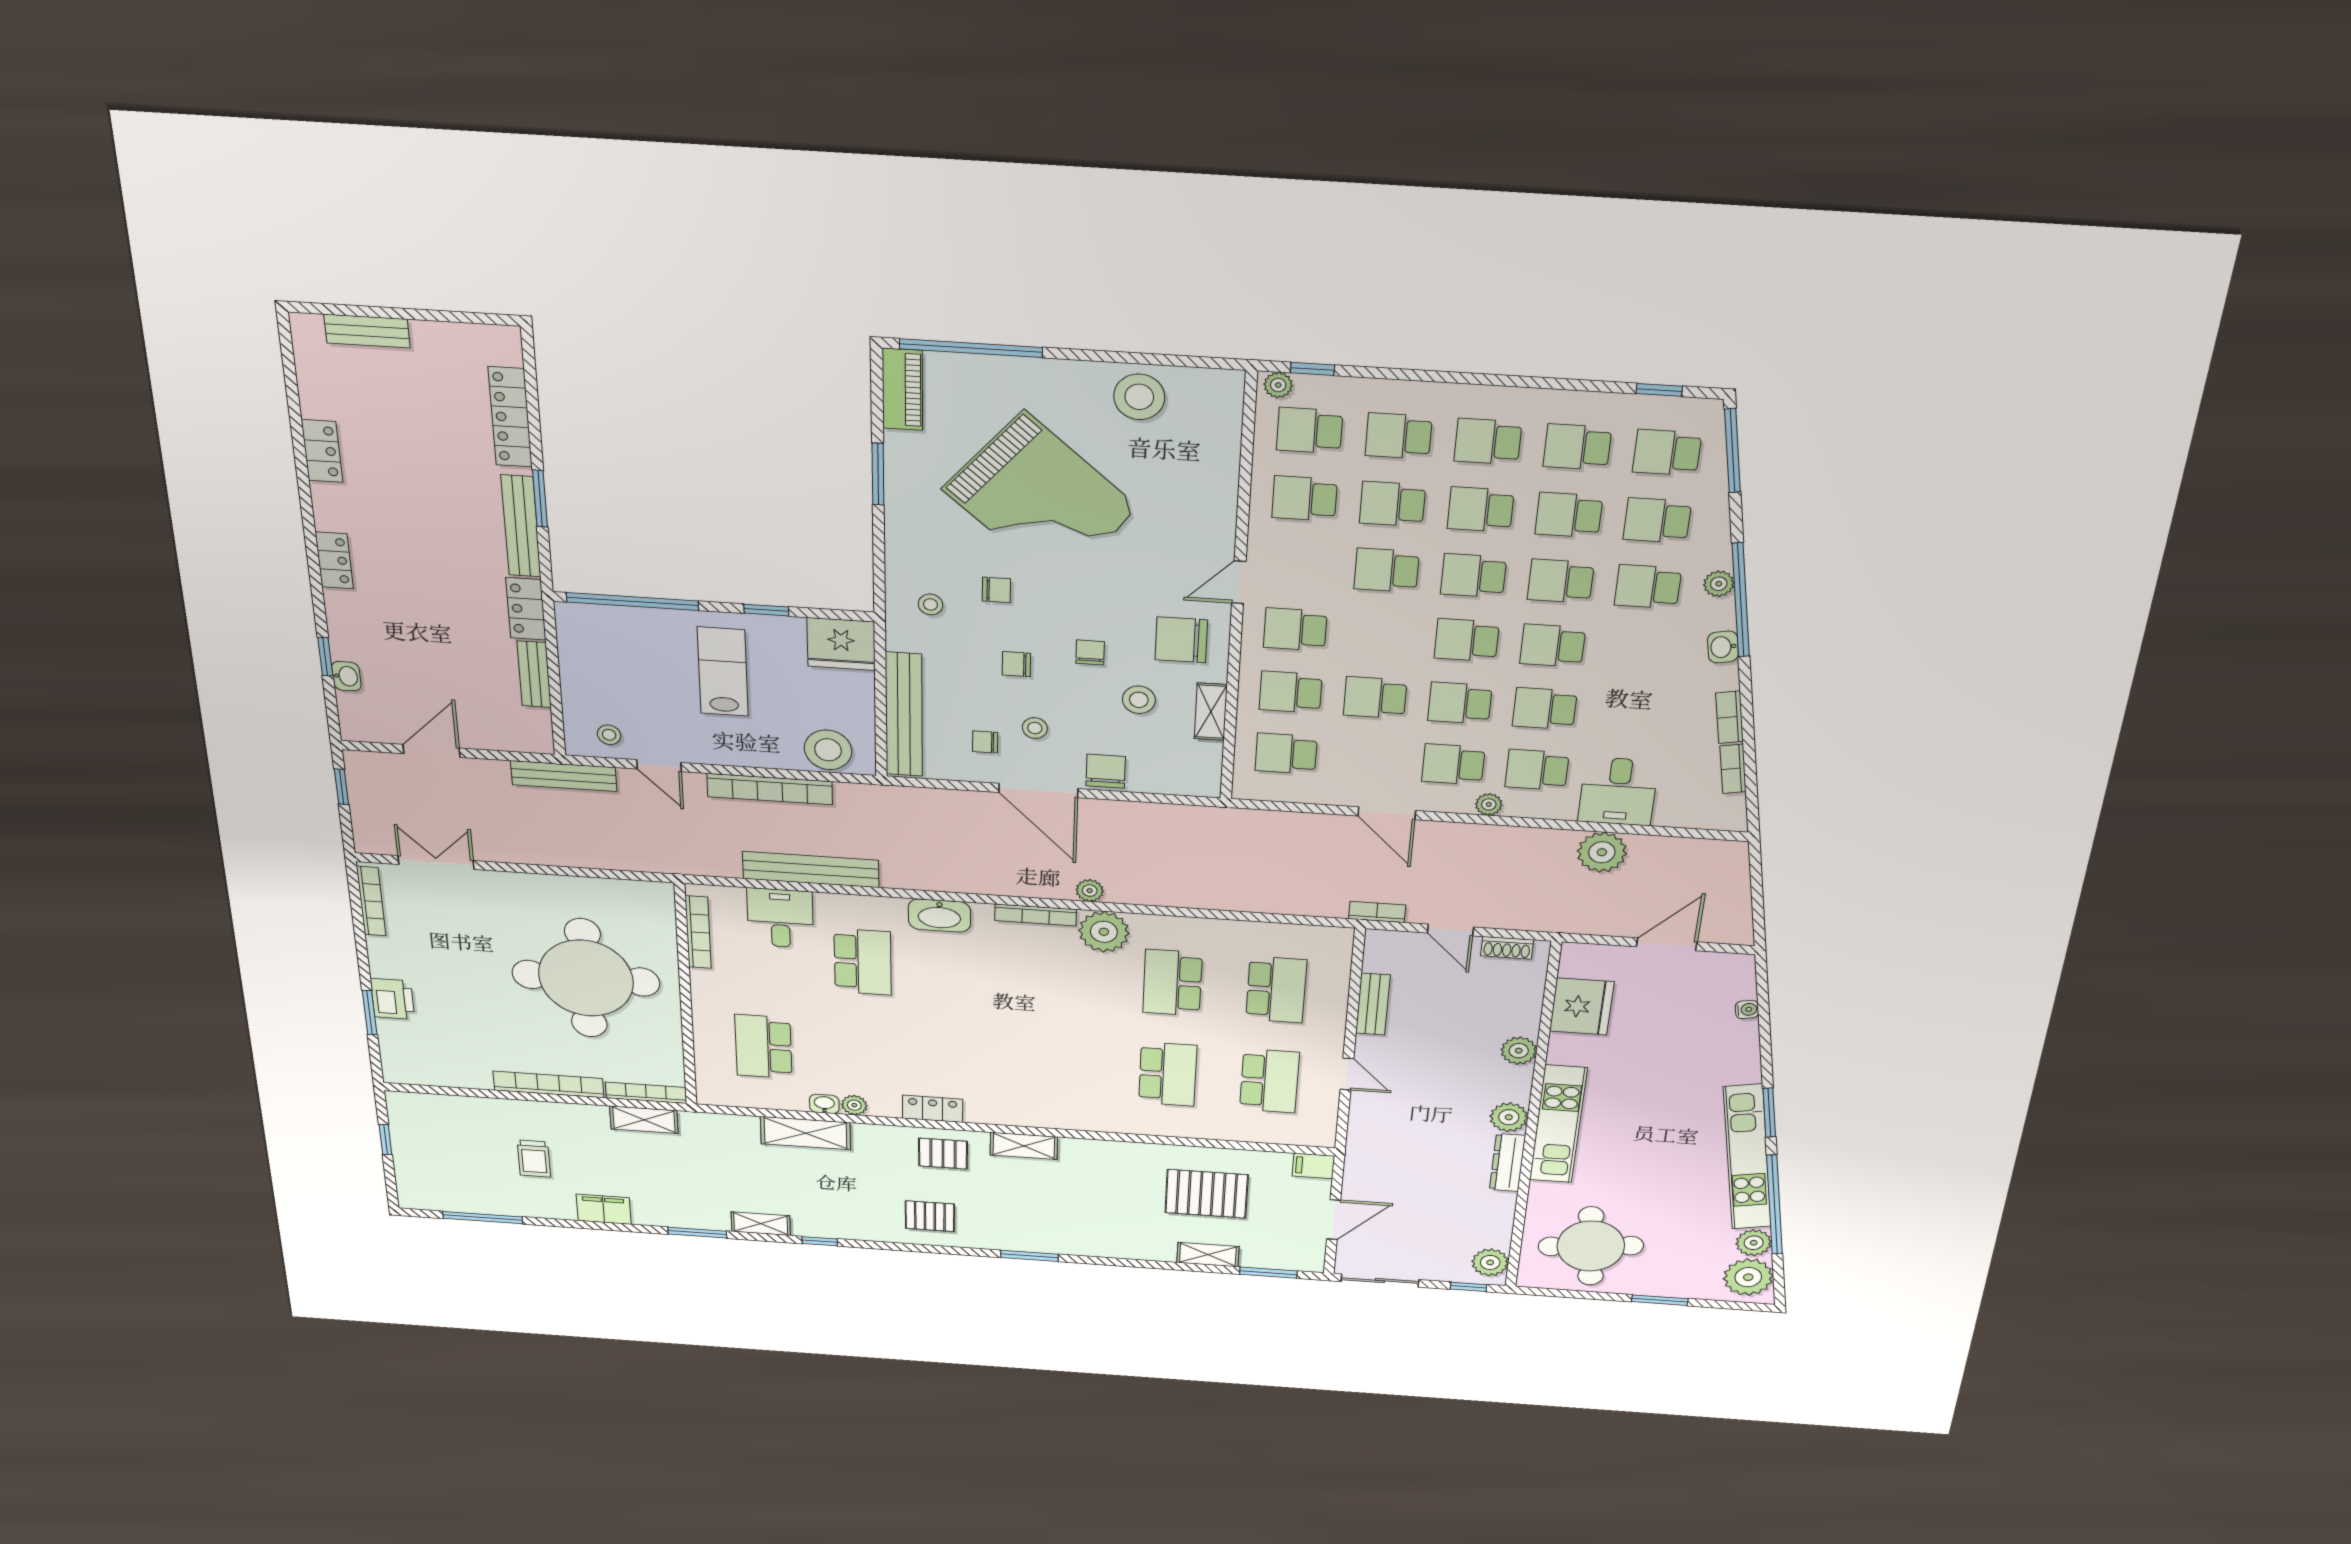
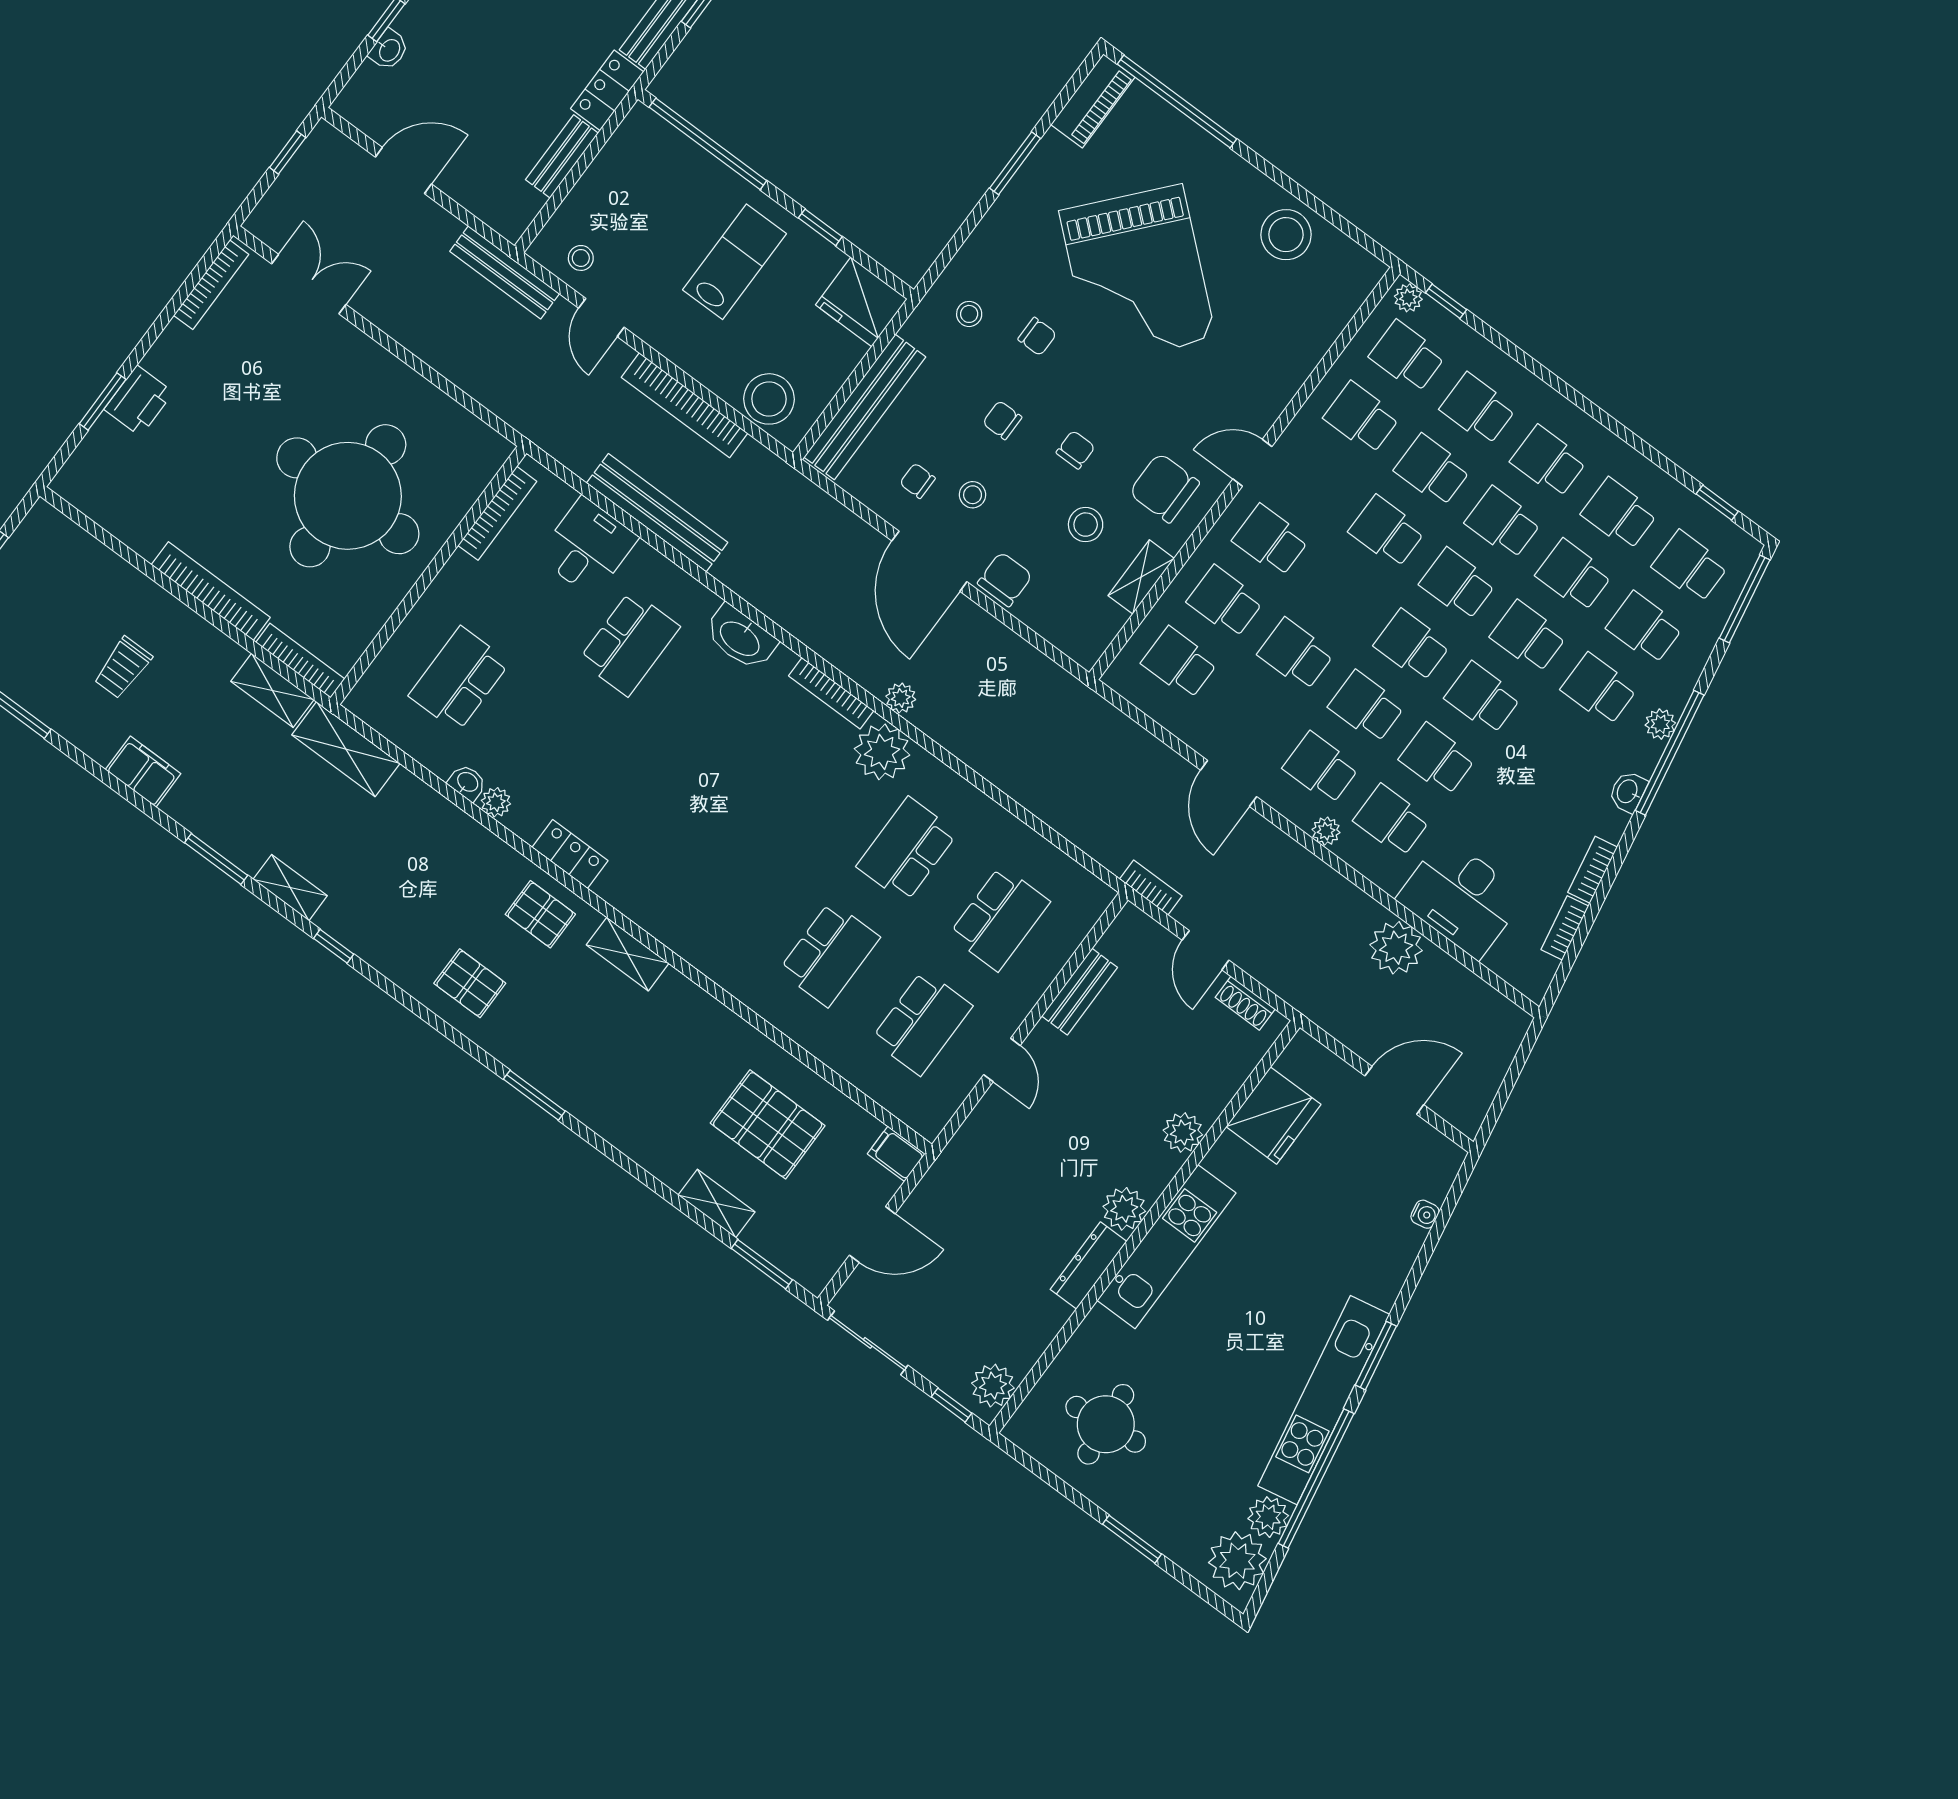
desk: (1618, 791) -> (1461, 898), width x1.37
shelving: (805, 1133) -> (346, 749), moved
round table: (1591, 1246) -> (1106, 1424), width x0.73, depth x0.73

